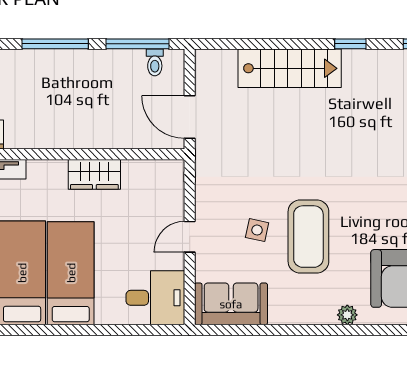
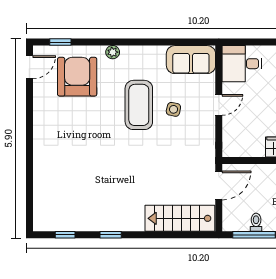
toilet: (155, 62) -> (256, 222), moved
stairs: (290, 68) -> (180, 218), moved
door: (190, 117) -> (219, 185), hinge flipped

